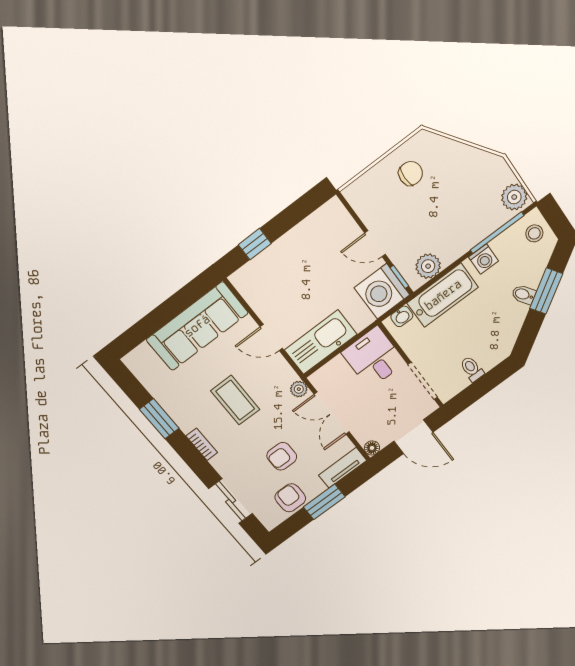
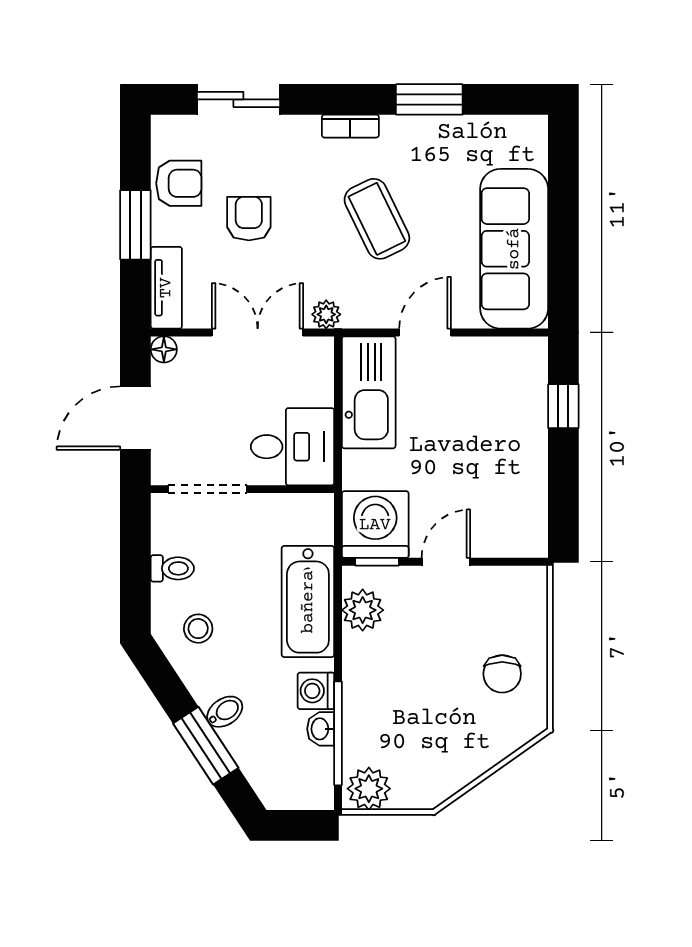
stool: (534, 233) -> (198, 629), moved
washbasin: (402, 316) -> (321, 729), moved
coffee table: (235, 400) -> (377, 219), turned 64

